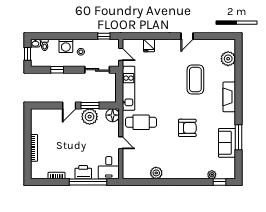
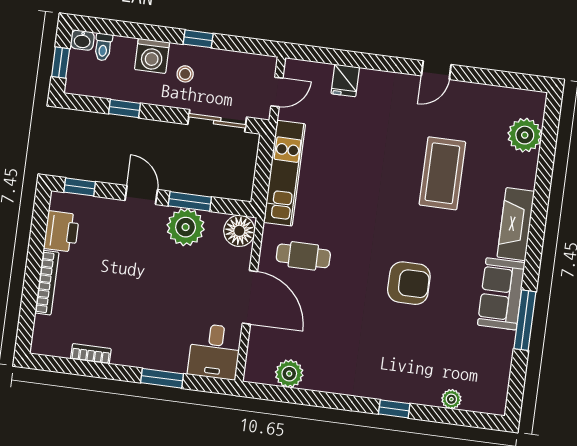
window: (104, 36) -> (198, 39), moved
door: (121, 54) -> (277, 92), hinge flipped
window: (42, 105) -> (80, 187), added
door: (69, 105) -> (141, 195), swing flipped
cafe table: (141, 122) -> (303, 256), width x0.73, depth x0.74
door: (121, 143) -> (250, 297), width x1.88
sofa: (227, 143) -> (501, 294), moved
printer: (83, 172) -> (61, 231), moved, turned 90
plant: (156, 173) -> (289, 374), moved
window: (88, 182) -> (162, 378), width x0.47
window: (219, 182) -> (394, 409), moved

